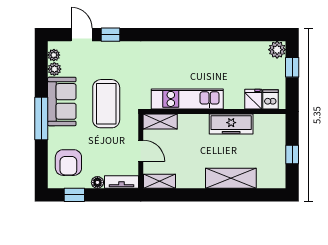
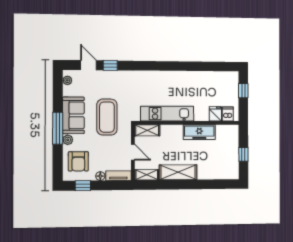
plant: (277, 50) -> (232, 78), removed
plant: (54, 69) -> (68, 140), moved
shelving: (231, 178) -> (178, 172), moved

